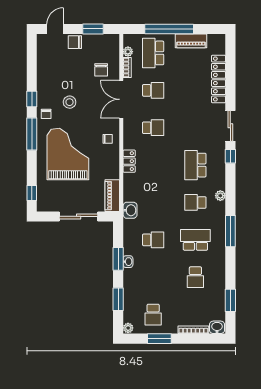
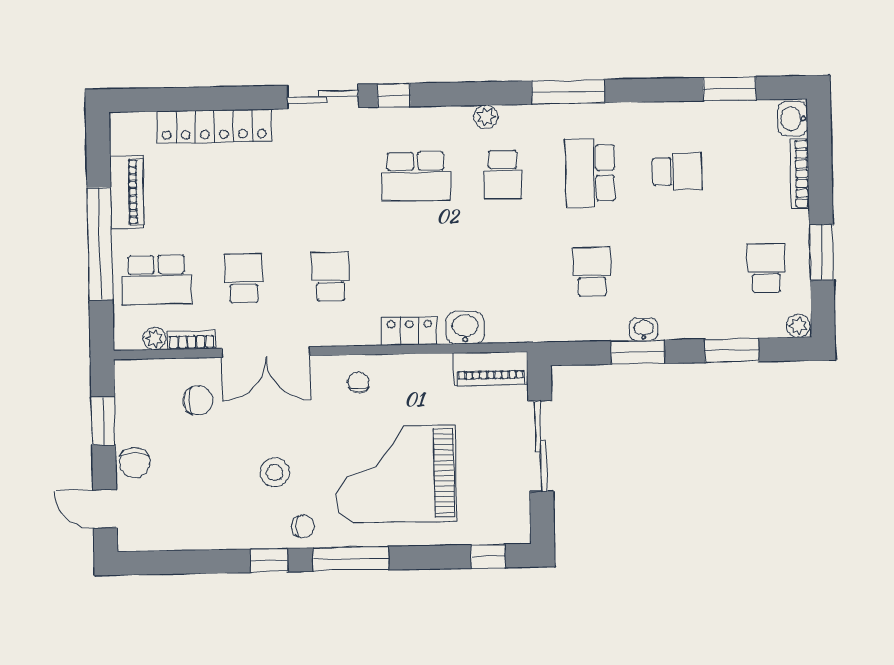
washbasin: (130, 210) -> (465, 328), moved
school desk: (153, 315) -> (766, 268), turned -90

